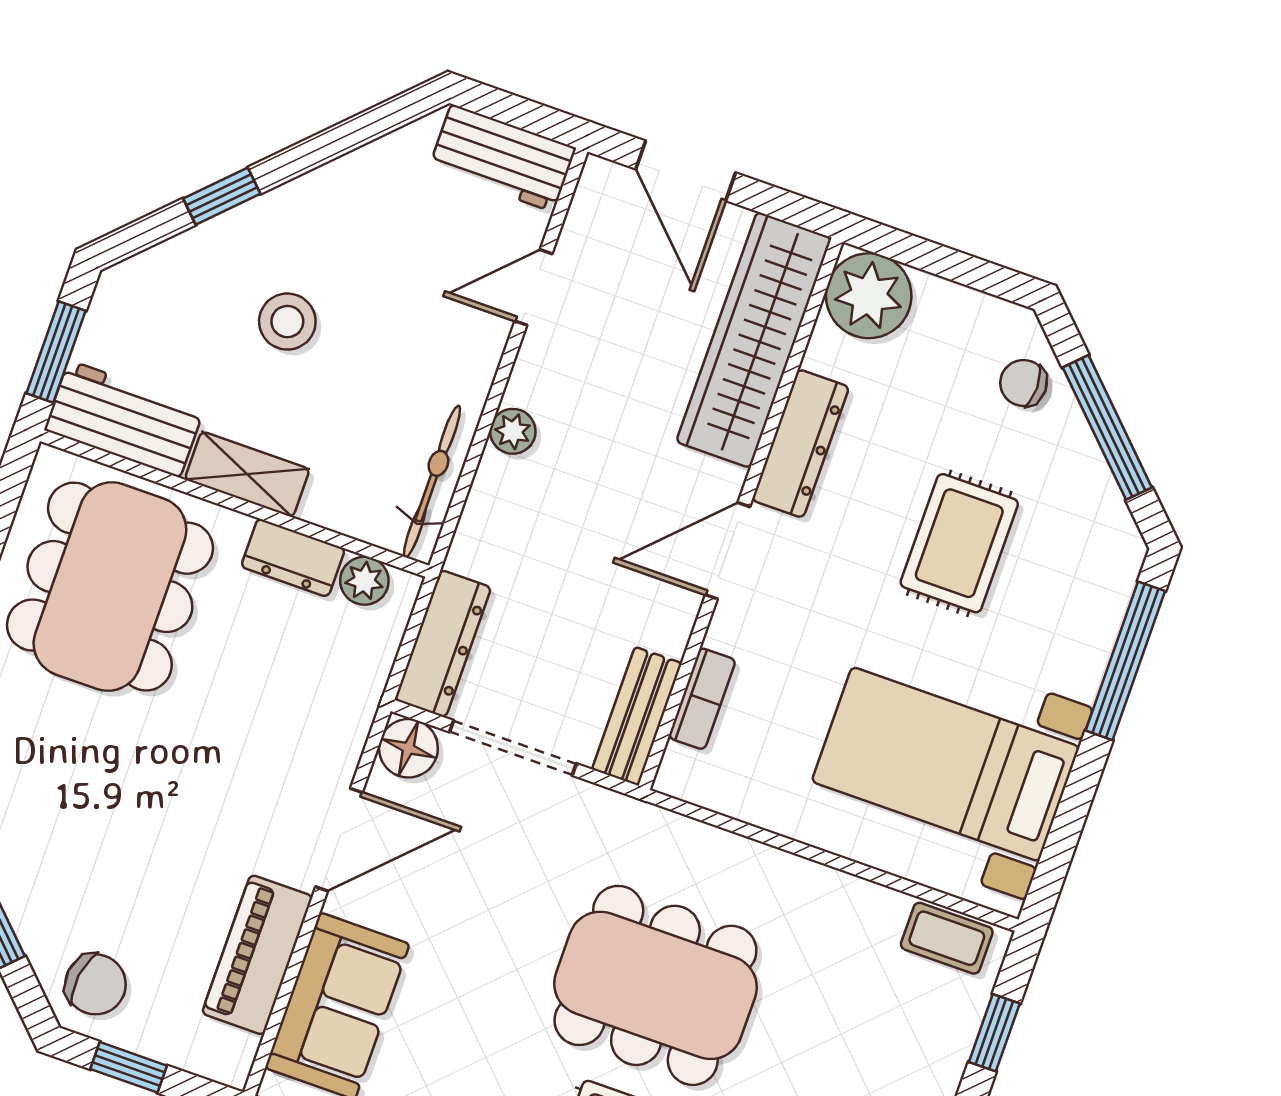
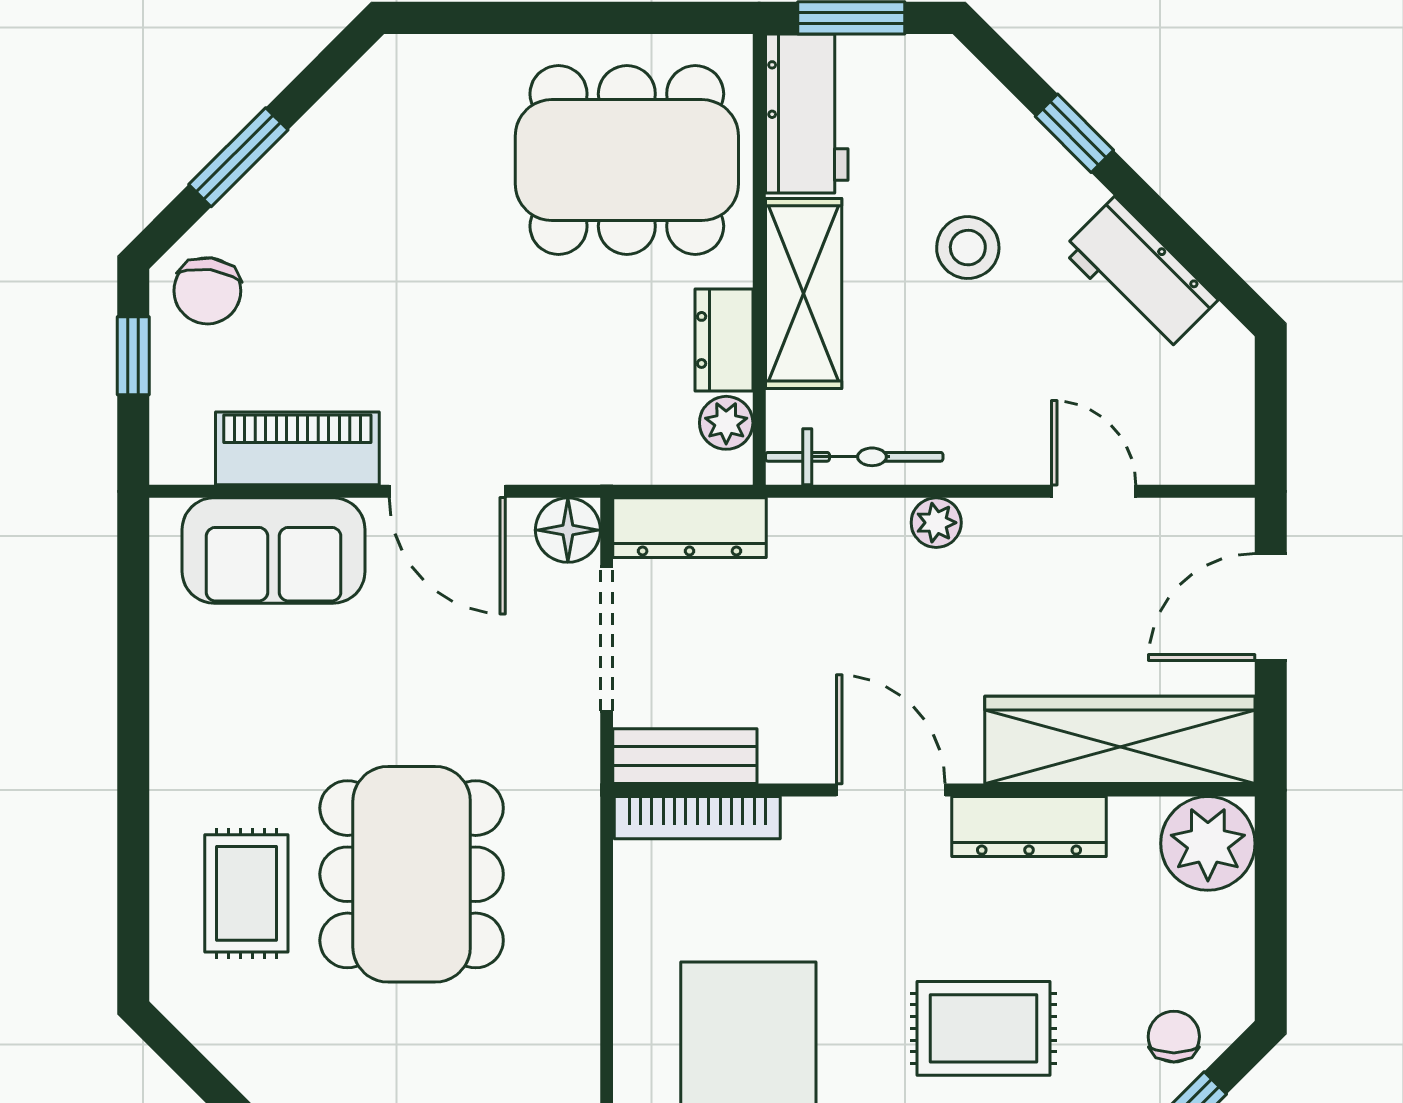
workbench: (502, 158) -> (1140, 275), moved, turned -45
shelving: (247, 474) -> (804, 293), width x1.50, depth x1.33
bookcase: (702, 699) -> (697, 818), width x1.56

